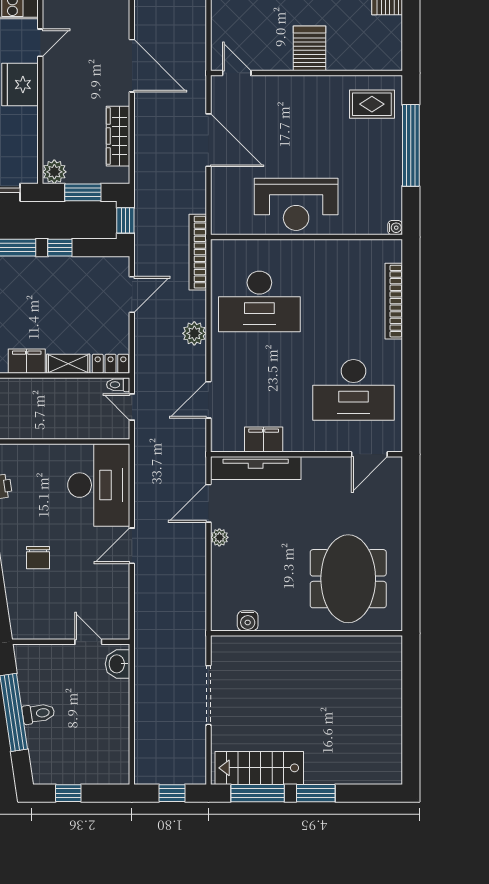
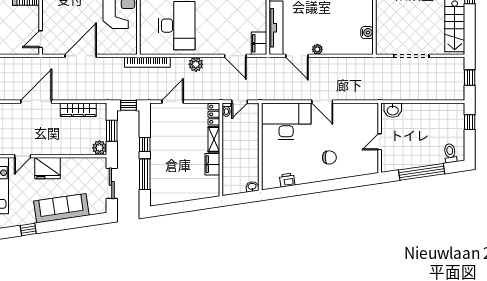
door: (40, 43) -> (23, 156), swing flipped
door: (132, 295) -> (173, 102), hinge flipped
filing cabinet: (264, 440) -> (259, 43), moved
door: (88, 642) -> (380, 142), moved
toilet: (38, 713) -> (450, 153), moved
window: (68, 793) -> (470, 122), moved
window: (258, 793) -> (470, 27), removed

